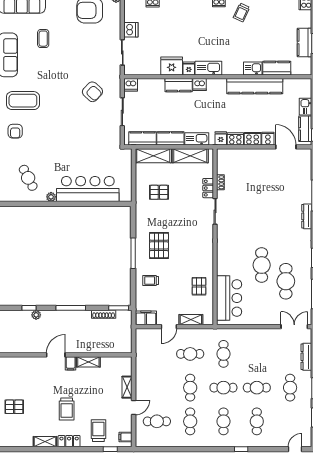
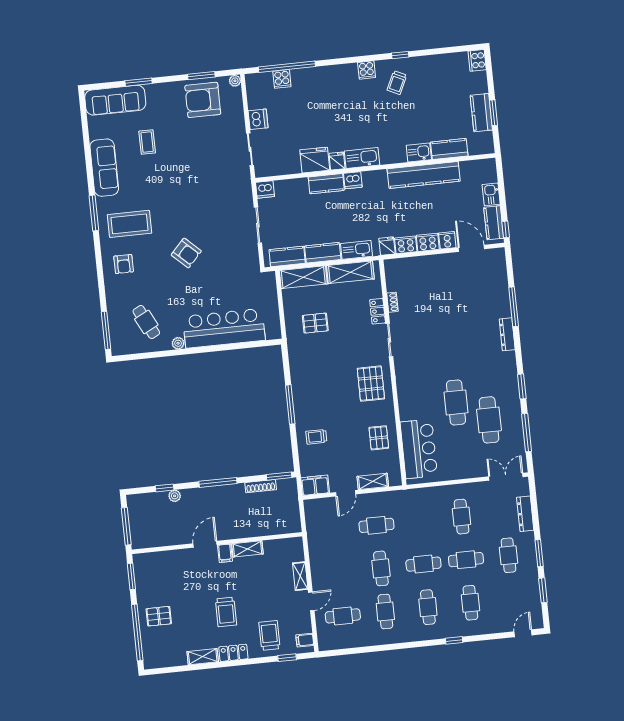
armchair: (92, 92) -> (186, 253), moved
pallet: (159, 245) -> (371, 384), moved
cafe table: (223, 354) -> (462, 517), moved

